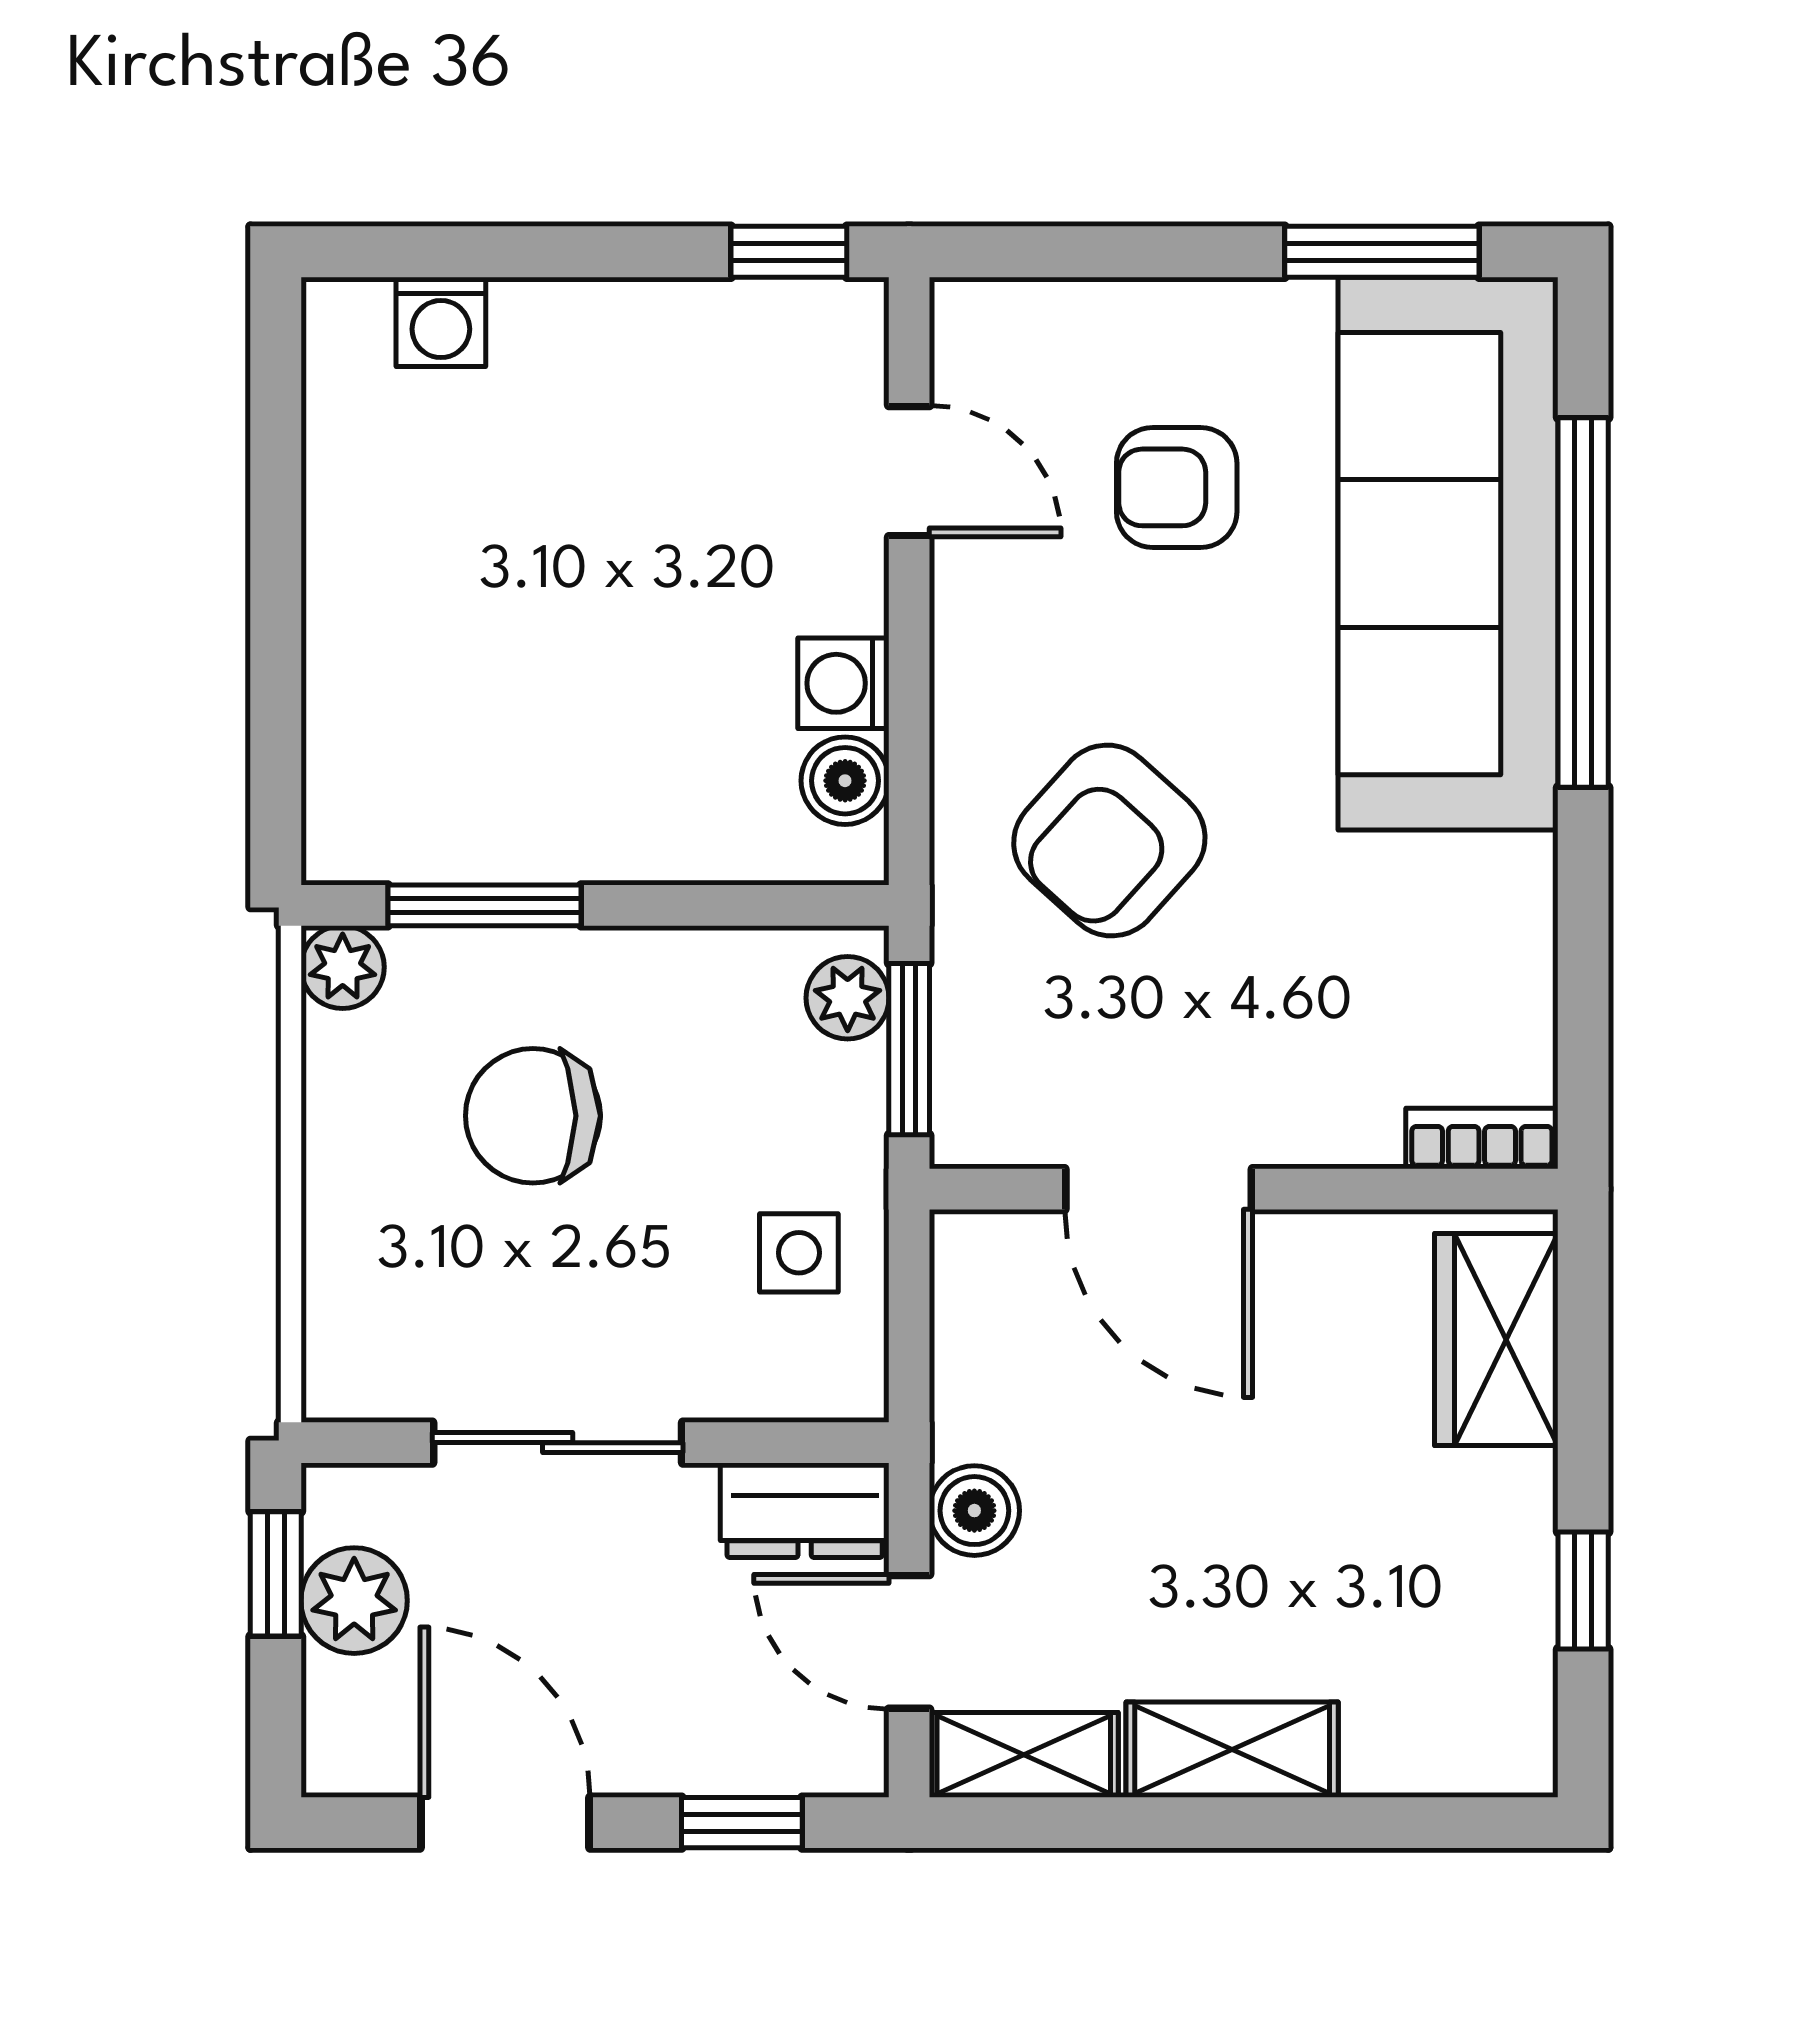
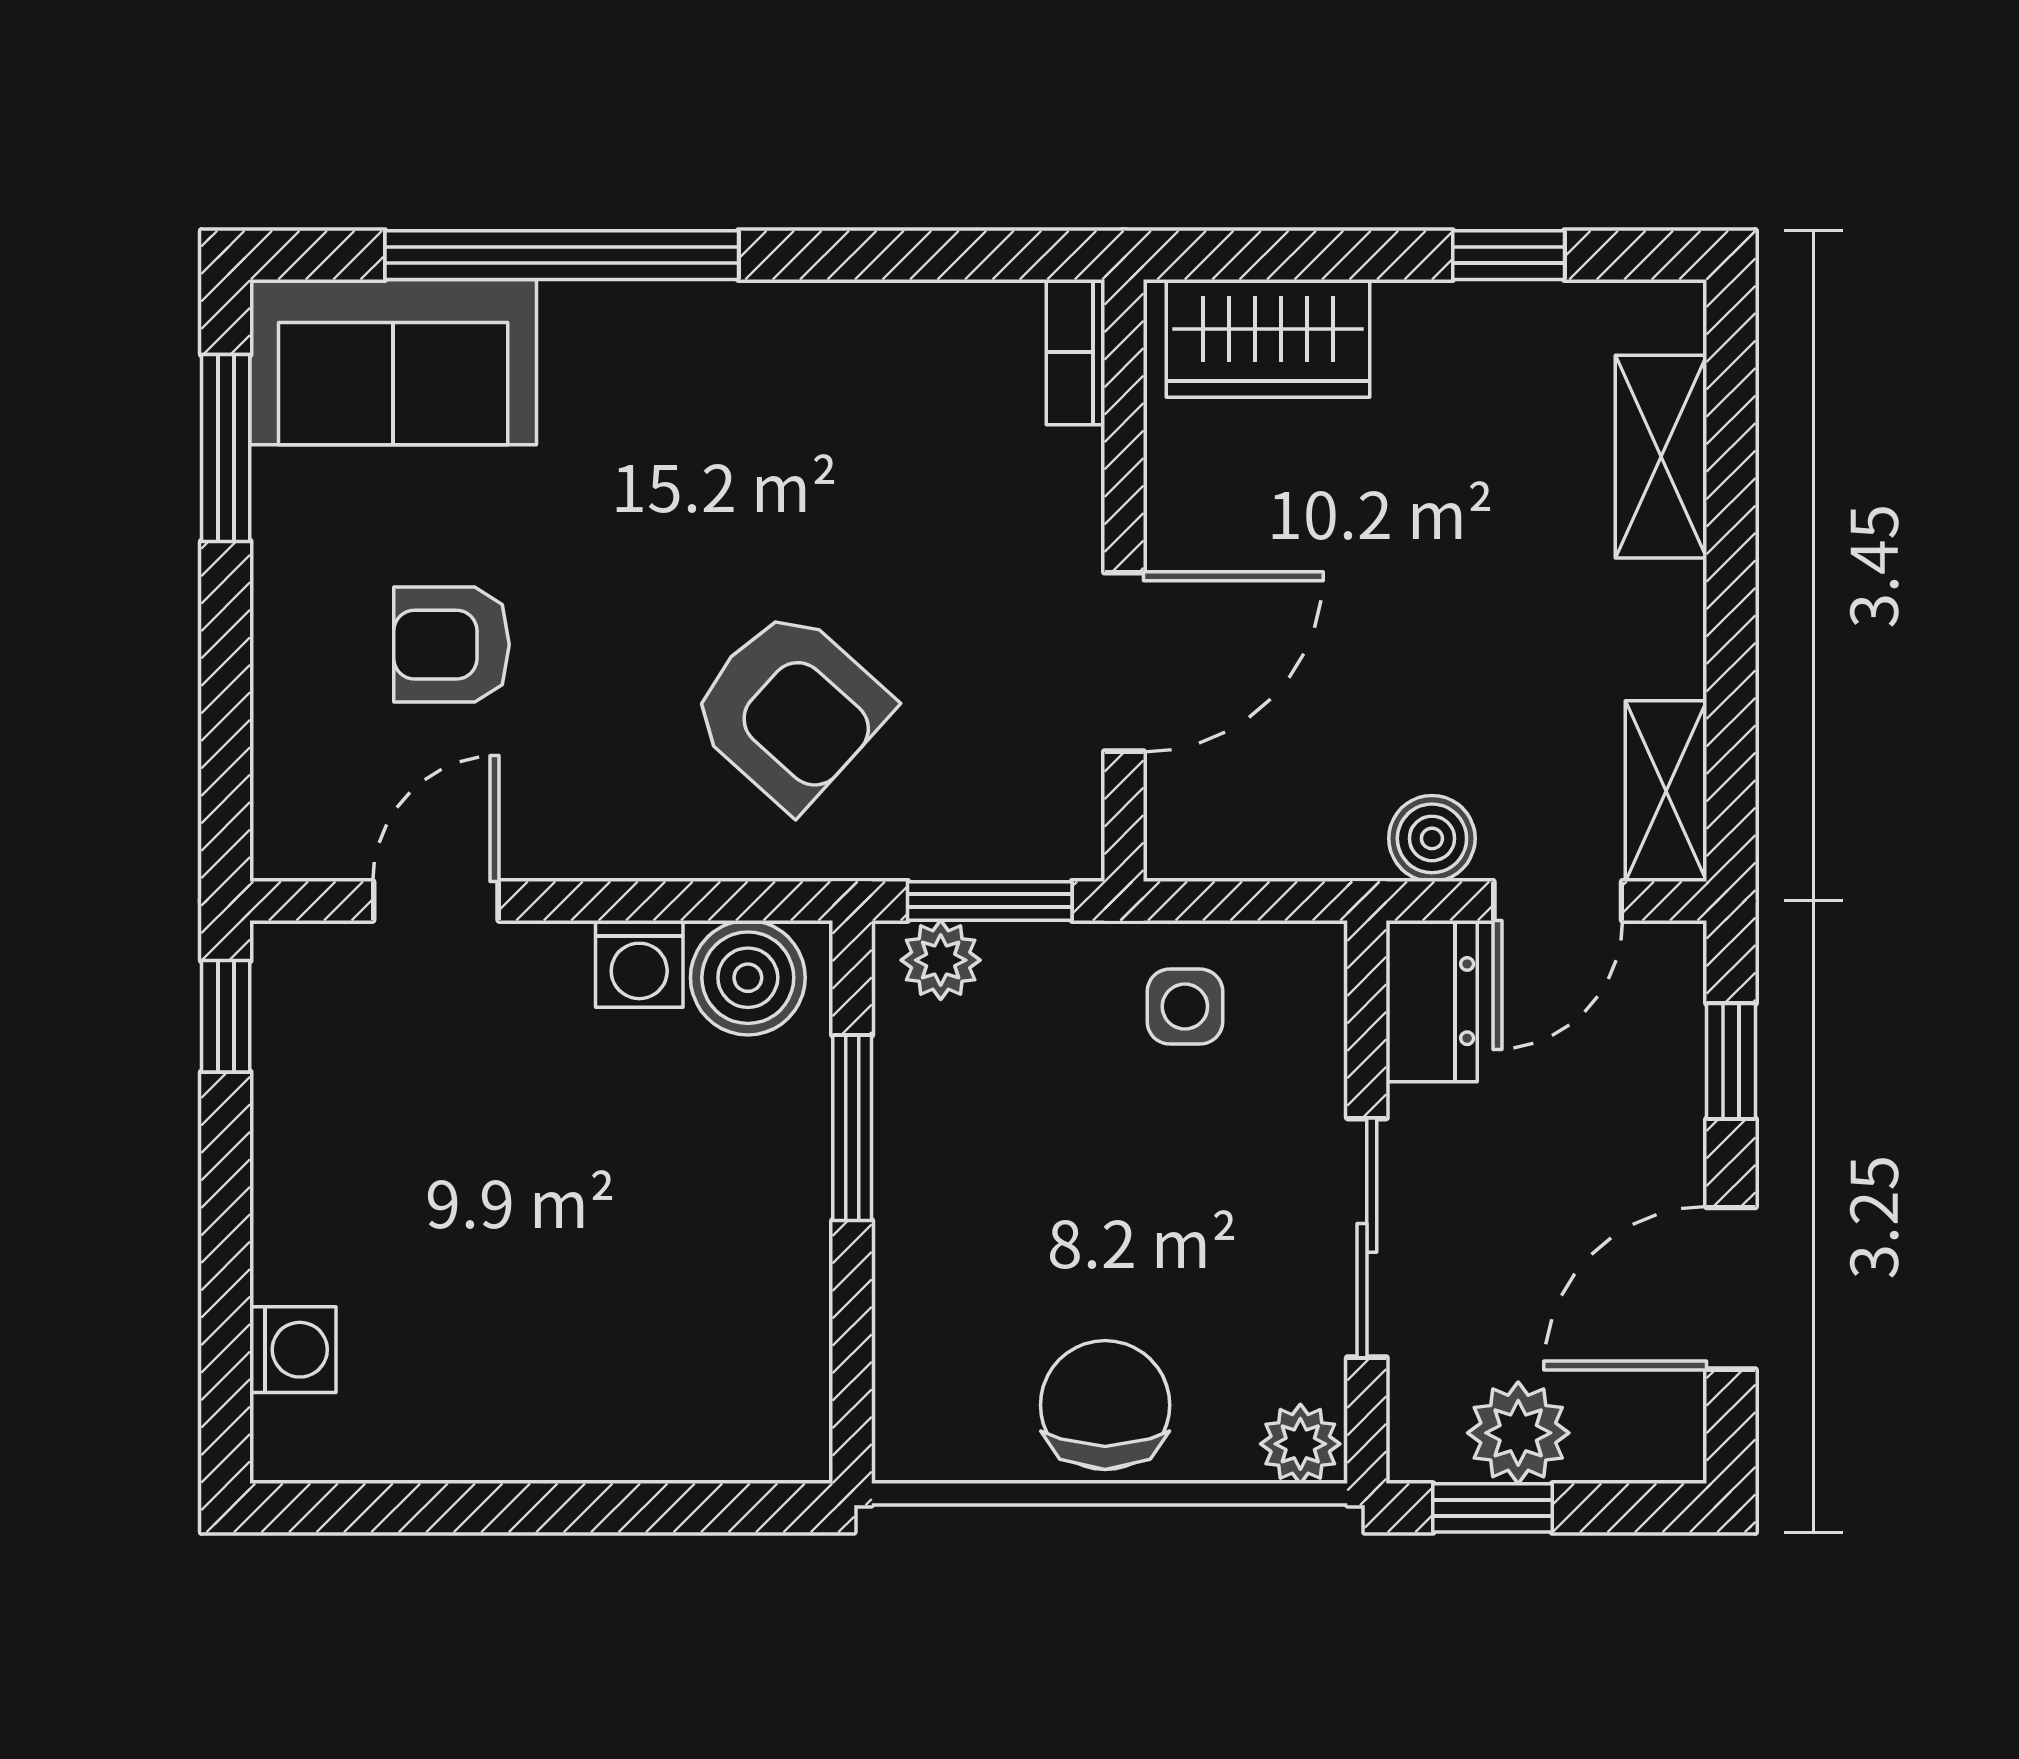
armchair: (1177, 487) -> (452, 645), turned 90
sofa: (1448, 554) -> (393, 362), width x0.54, depth x0.79
boiler: (845, 781) -> (748, 978), width x1.36, depth x1.36
window: (485, 905) -> (852, 1128), moved
plant: (343, 967) -> (1300, 1444), moved
chair: (533, 1116) -> (1105, 1405), moved, turned 180
shelving: (1232, 1750) -> (1661, 457), moved

